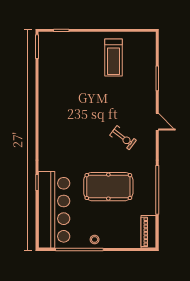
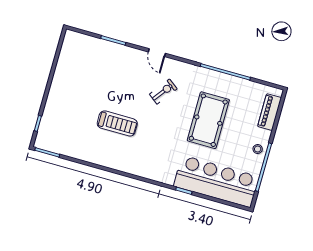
treadmill: (114, 58) -> (117, 123), moved
door: (157, 122) -> (157, 53), swing flipped
piano: (149, 232) -> (270, 112), moved, turned 90

